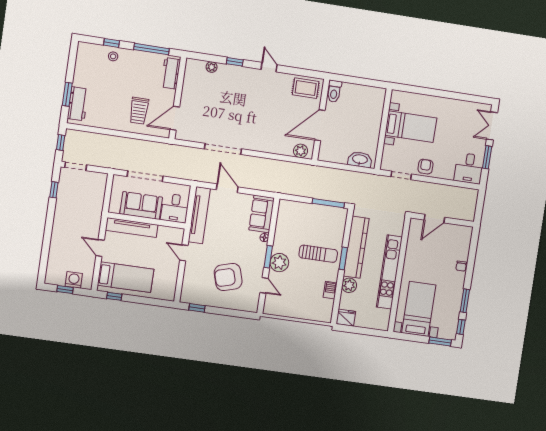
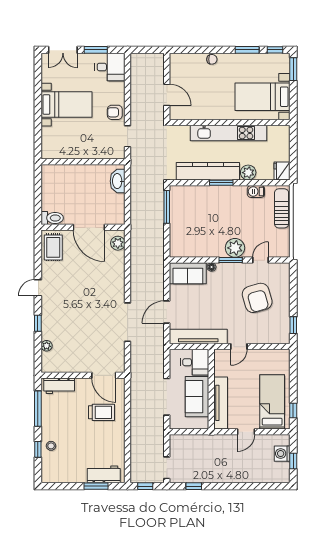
bed with nightstands: (411, 127) -> (66, 105), moved, turned 90
sun lounger: (318, 254) -> (282, 208), moved

